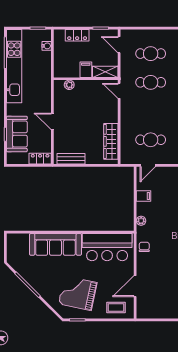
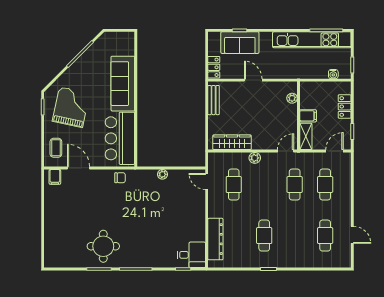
plant: (126, 120) -> (255, 158), added
door: (52, 121) -> (253, 80), hinge flipped
filing cabinet: (143, 196) -> (55, 177), moved
plant: (141, 221) -> (162, 174), moved

